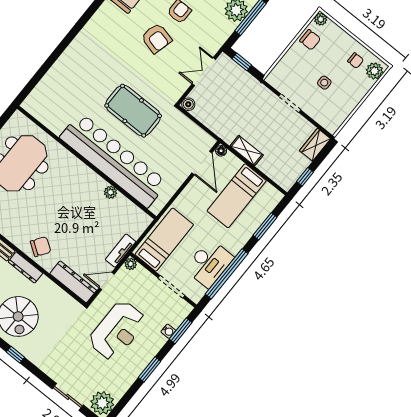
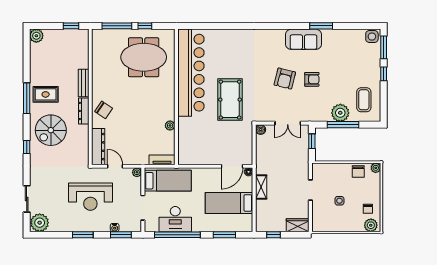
double door: (204, 72) -> (288, 123), swing flipped
bar counter: (114, 160) -> (191, 73), moved
tv unit: (121, 251) -> (162, 160), moved

